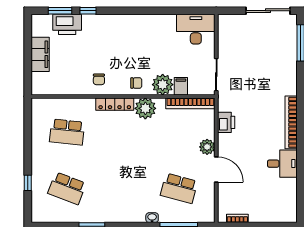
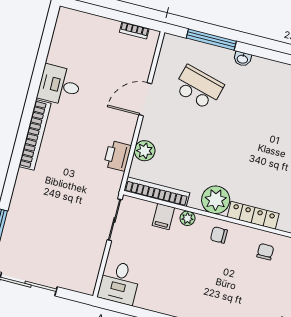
desk: (196, 29) -> (119, 283), width x0.73
plant: (163, 85) -> (187, 218), width x0.53, depth x0.53
plant: (207, 147) -> (145, 151), moved
door: (216, 169) -> (145, 99), hinge flipped

